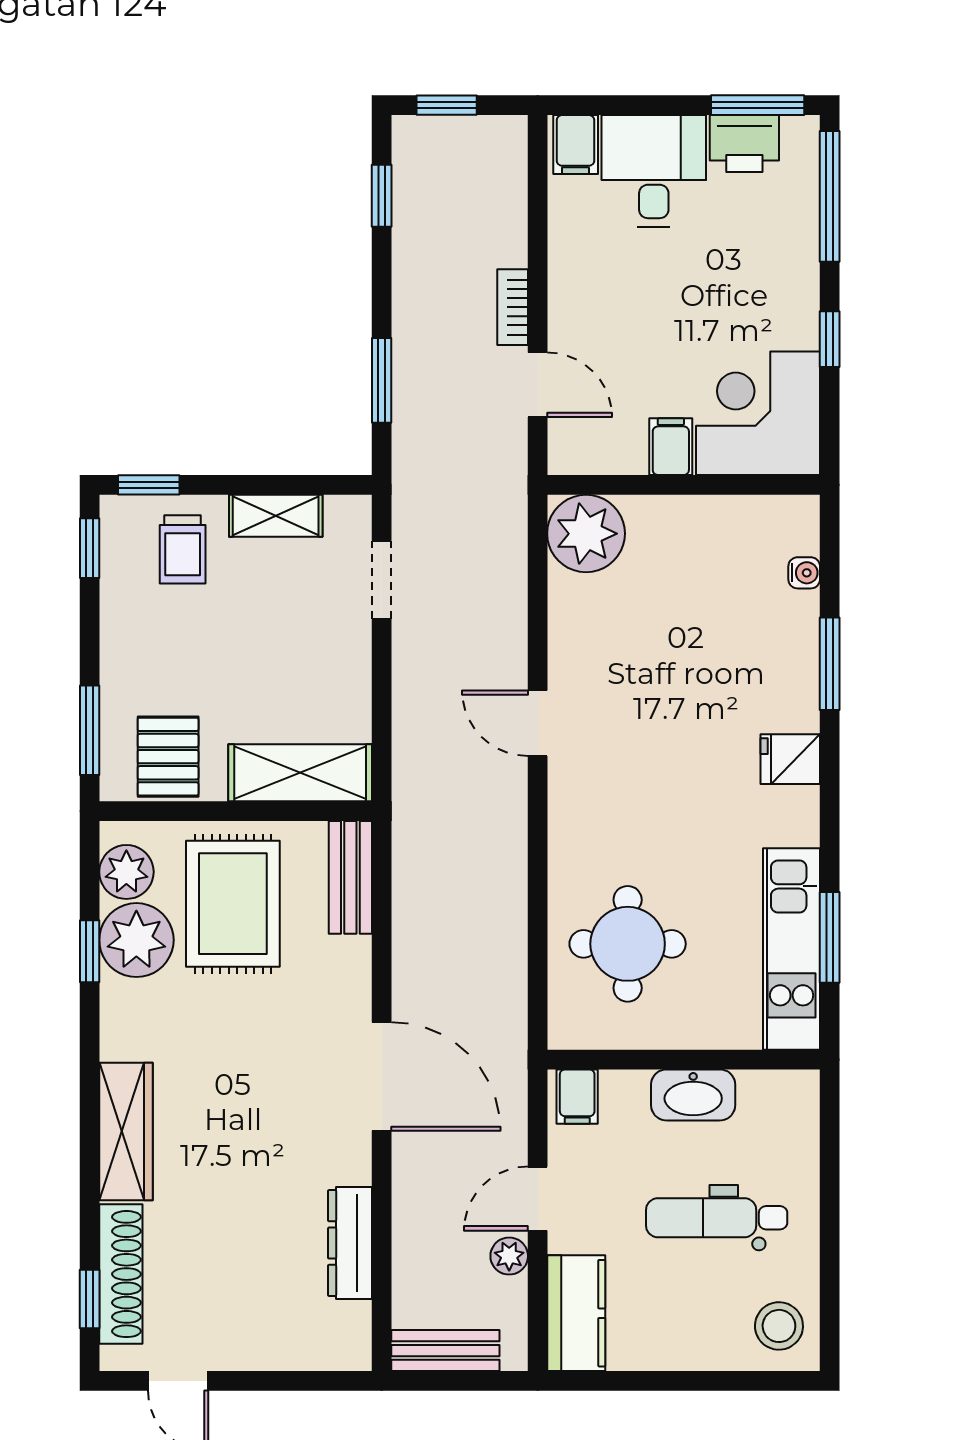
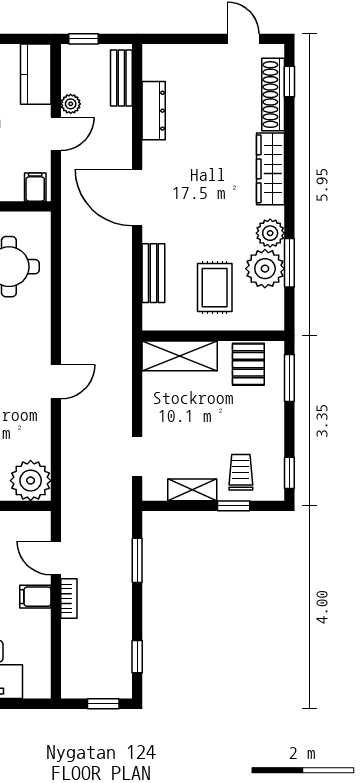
filing cabinet: (576, 145) -> (35, 597), moved, turned -90
window: (149, 485) -> (234, 506), moved
door: (538, 723) -> (56, 382), hinge flipped
plant: (126, 872) -> (270, 233), moved
bench: (350, 877) -> (153, 273), moved
rug: (233, 904) -> (215, 288), width x0.73, depth x0.70
window: (90, 951) -> (289, 263), width x1.50
bench: (445, 1351) -> (121, 78), moved, turned 90
window: (485, 1381) -> (83, 39), added

